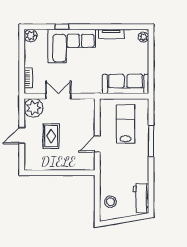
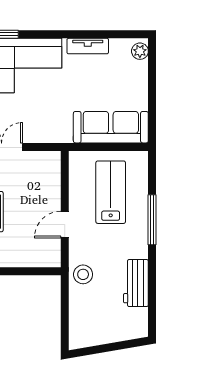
workbench: (141, 198) -> (136, 283), moved
stool: (110, 202) -> (83, 274), moved

